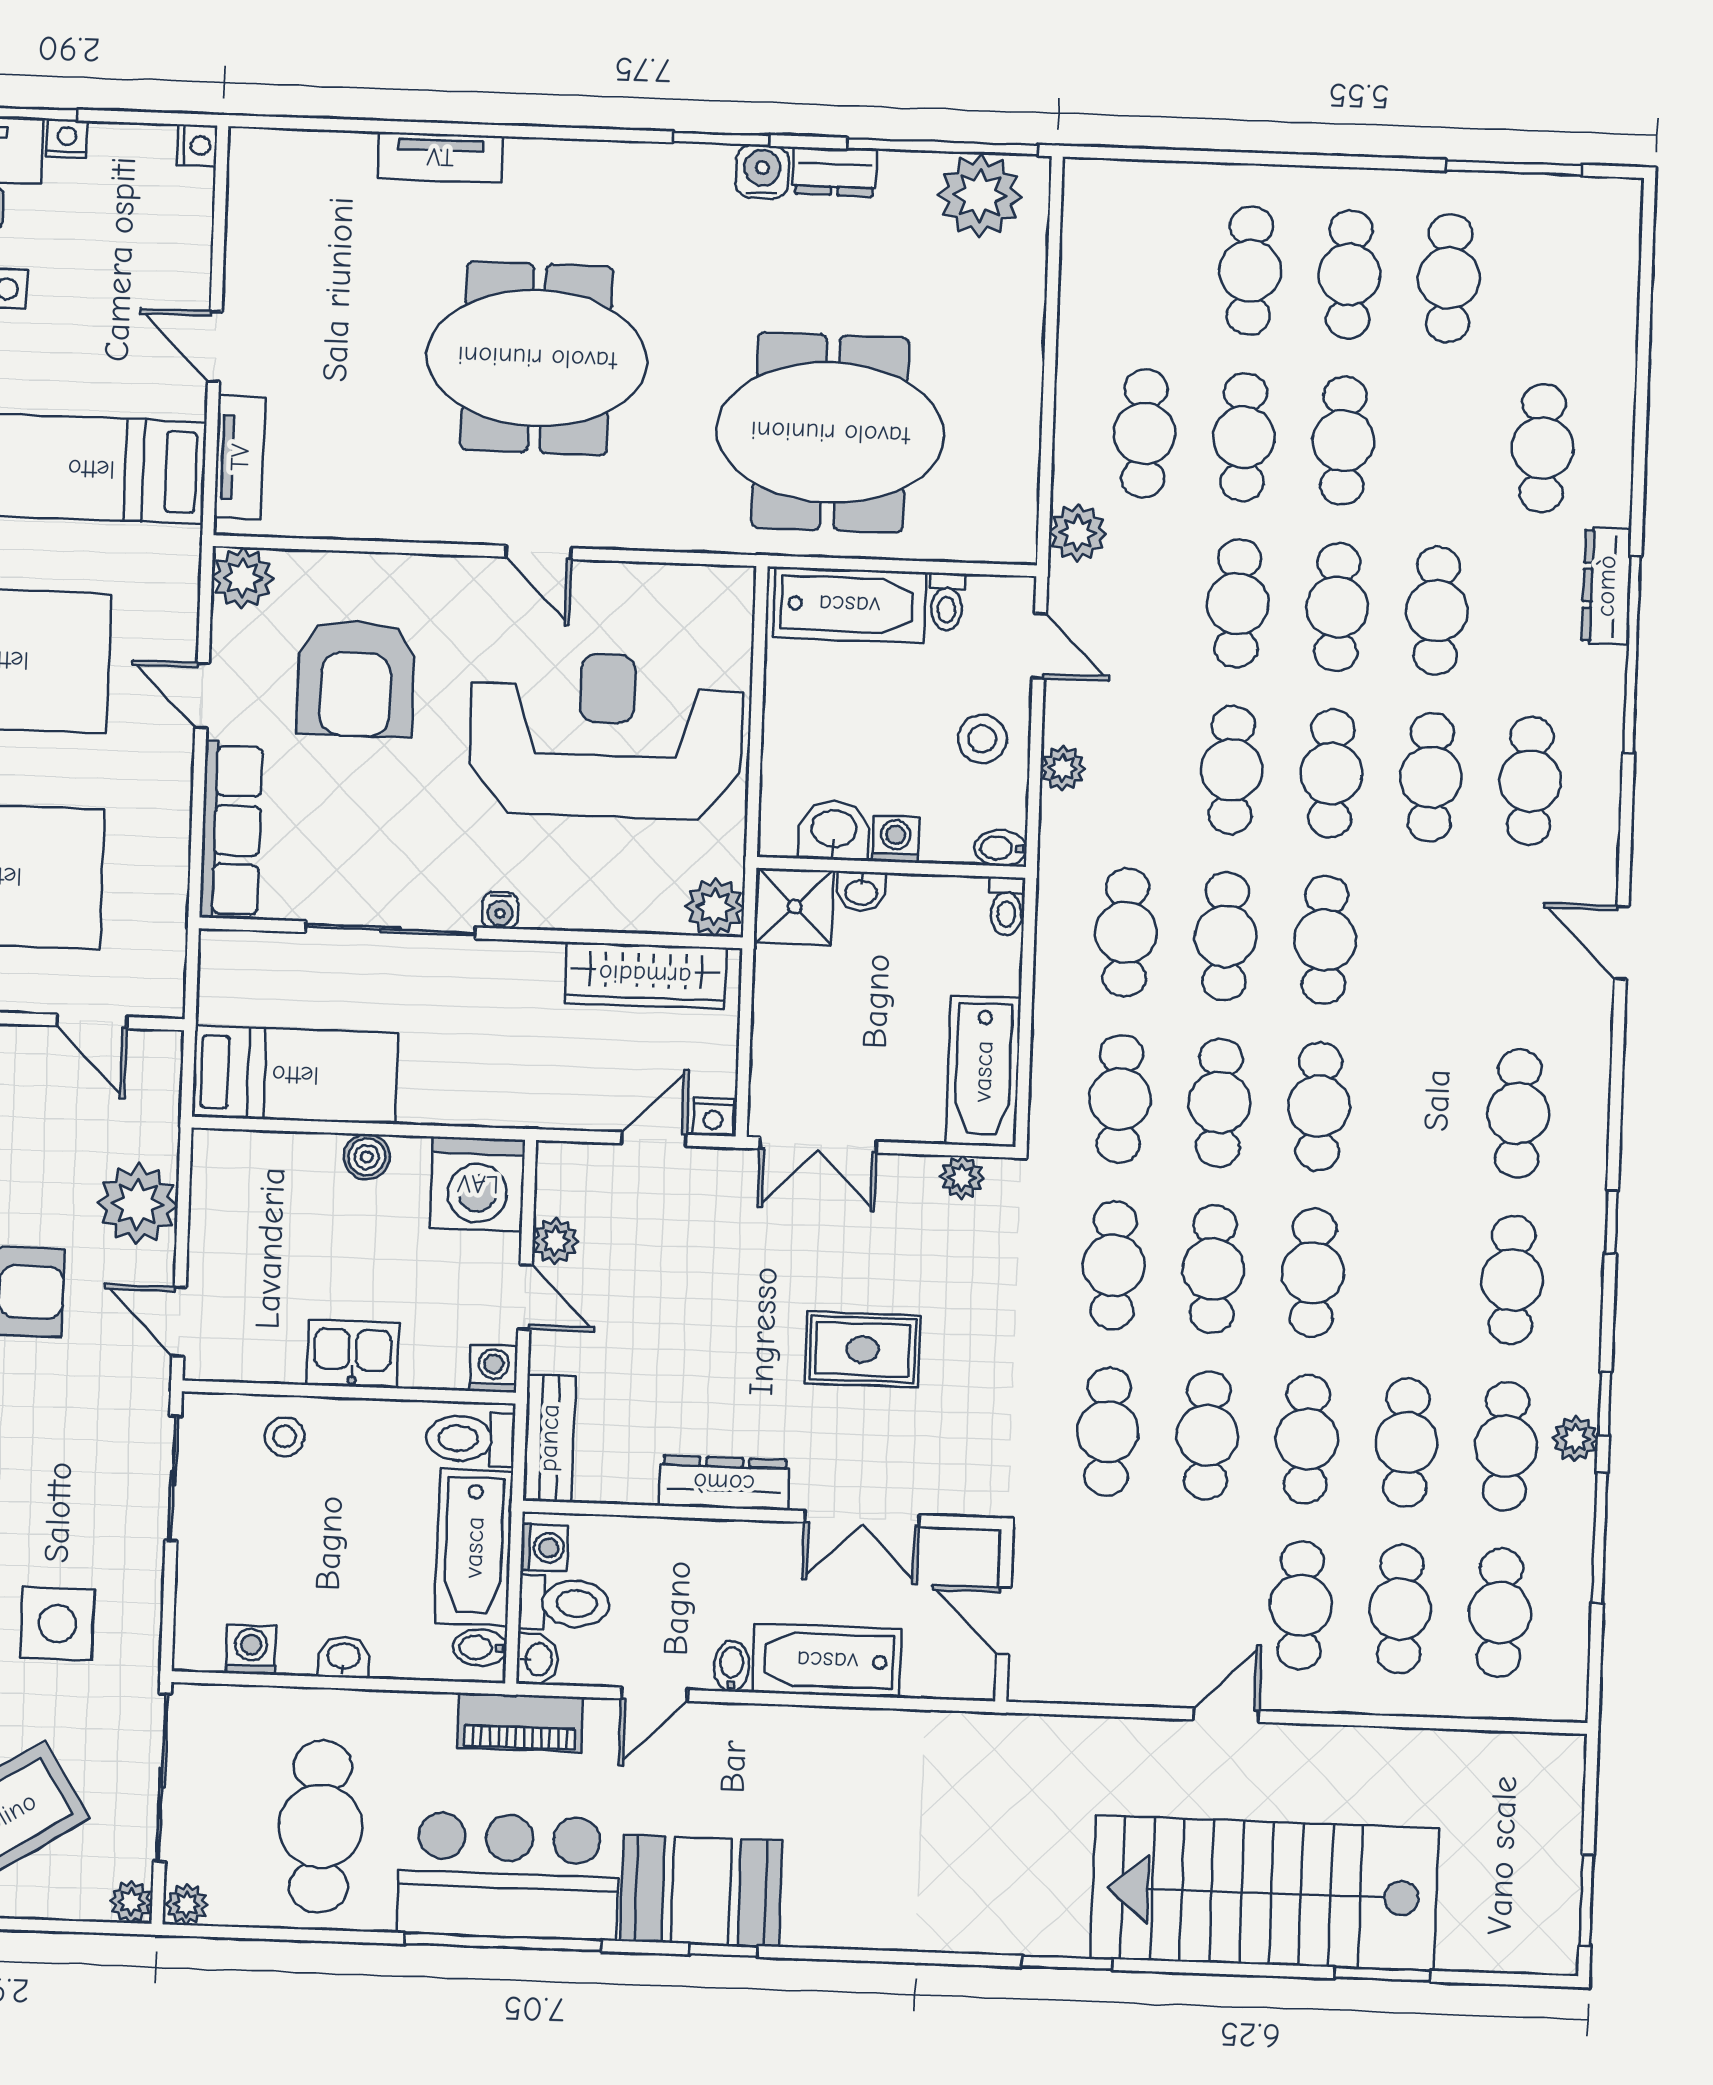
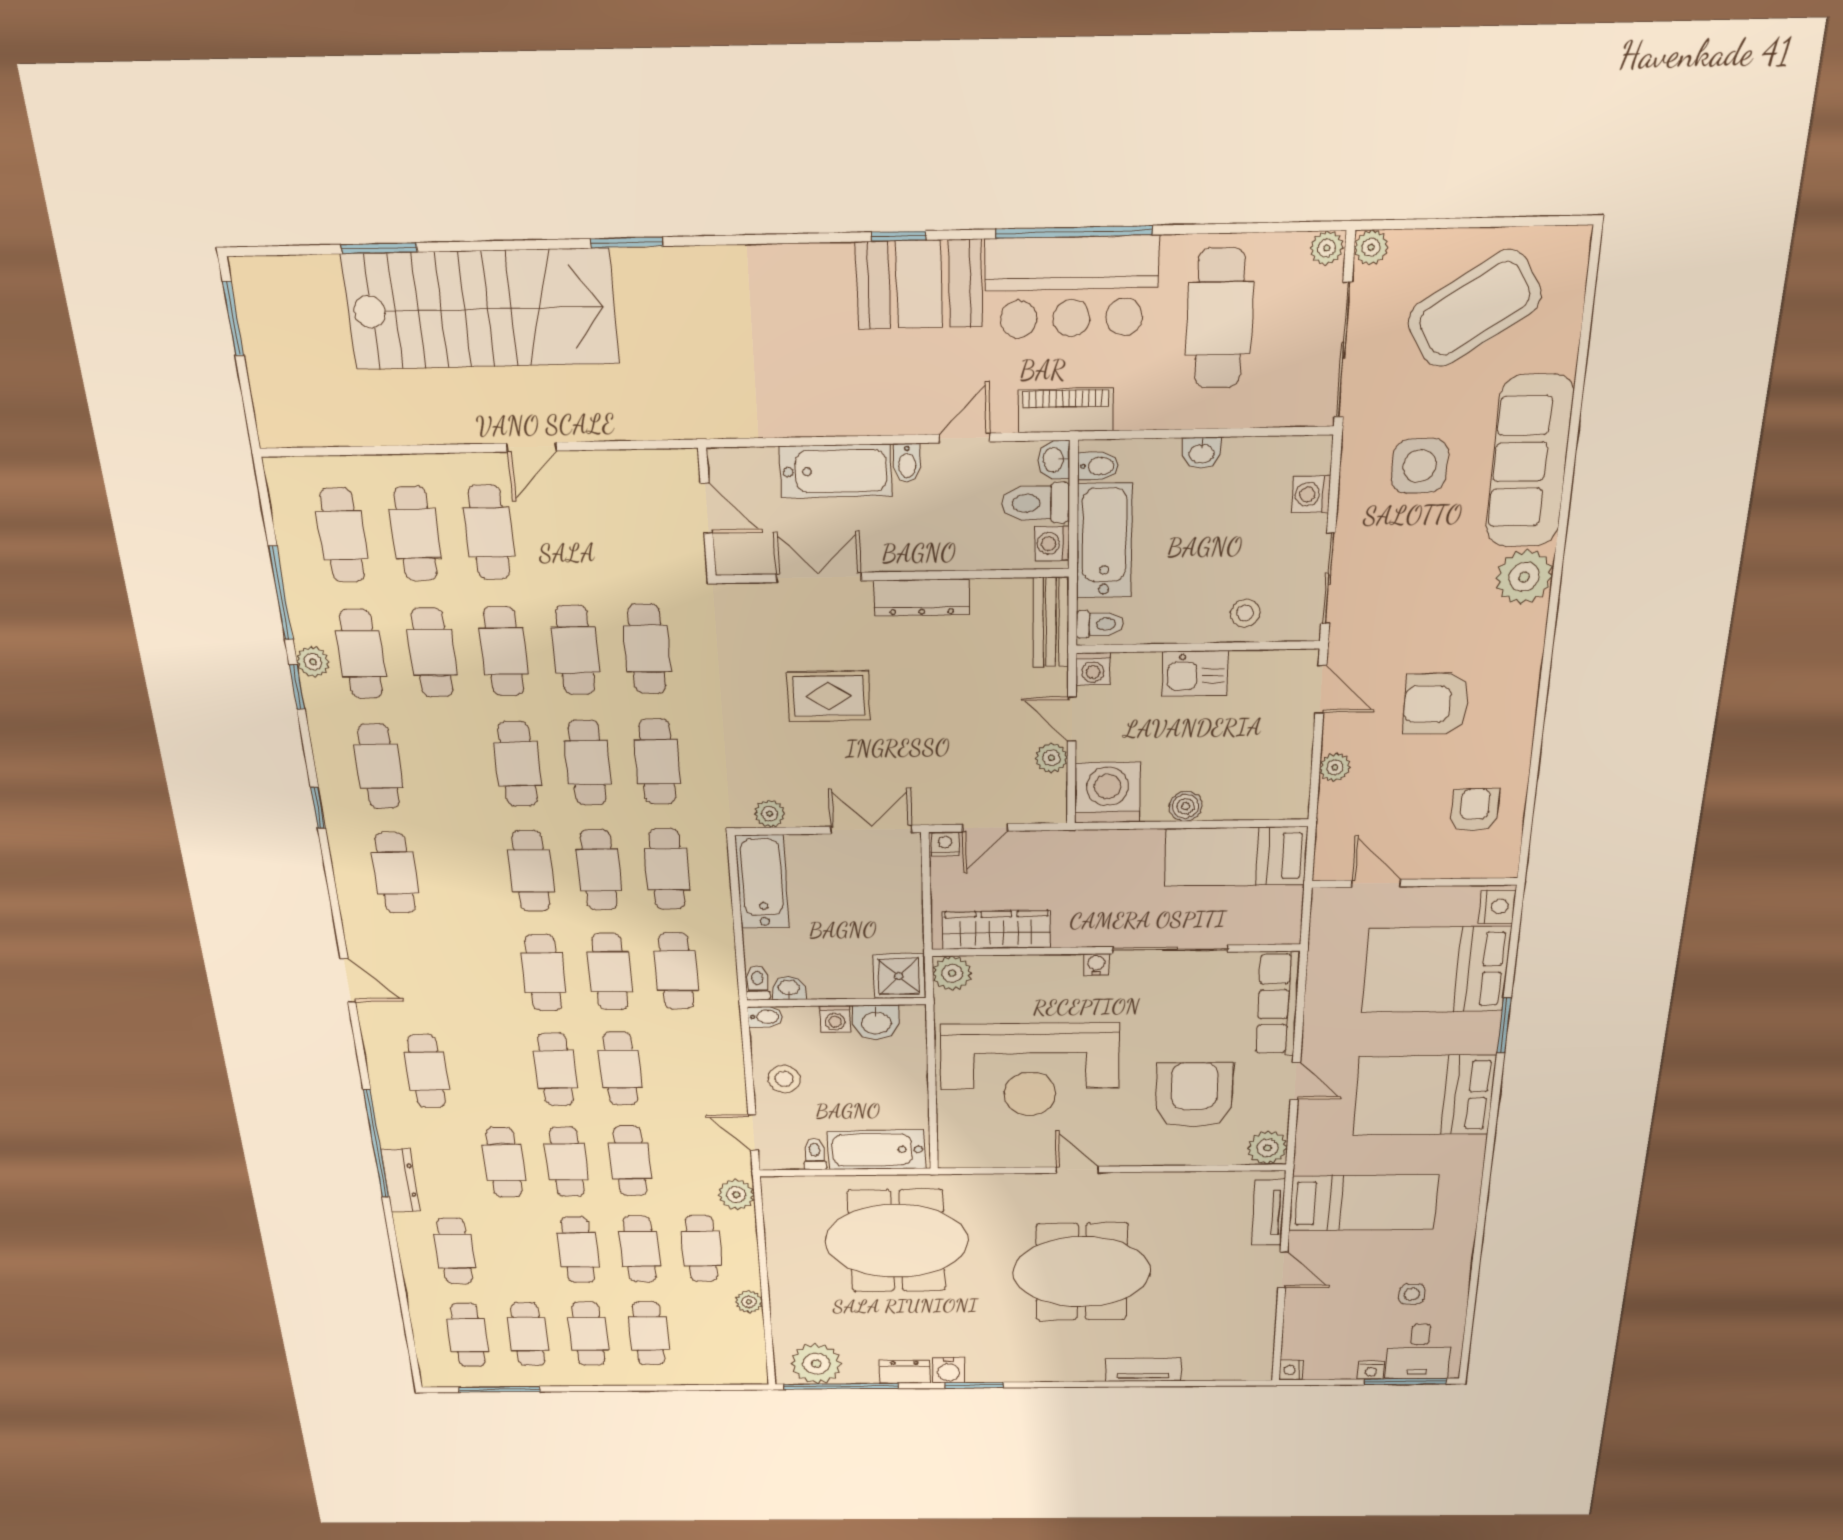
plant: (1063, 768) -> (749, 1302), moved
cafe table: (1431, 777) -> (468, 1335), moved
washbasin: (861, 891) -> (789, 988), moved
plant: (138, 1204) -> (1335, 767), width x0.53, depth x0.53
toilet: (470, 1439) -> (1100, 624), width x0.73, depth x0.72
washing machine: (251, 1650) -> (1311, 494), moved, turned 90

